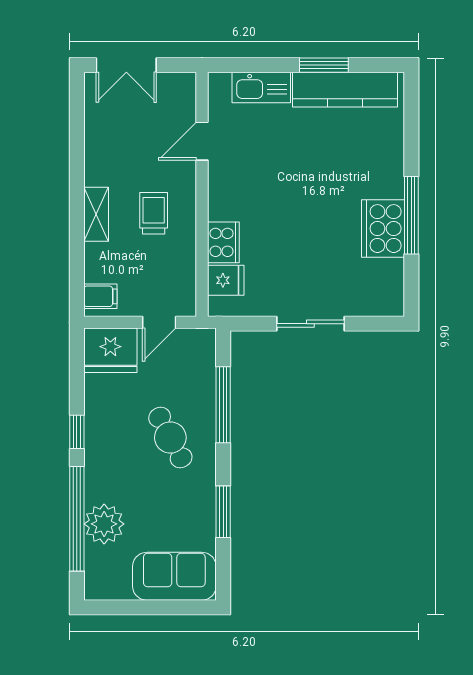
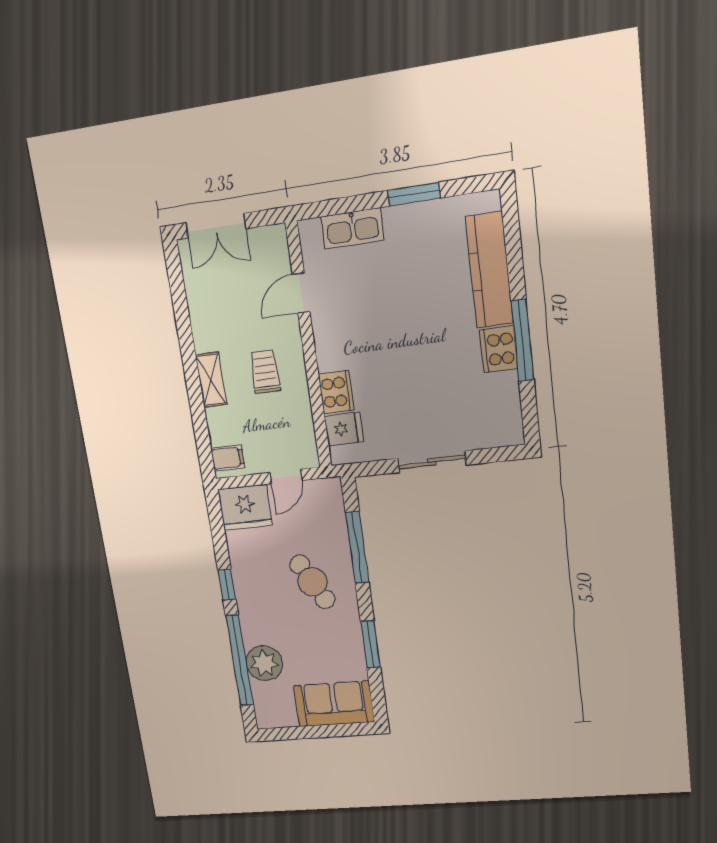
kitchen counter: (345, 90) -> (489, 270), moved, turned 90
cooker: (383, 229) -> (499, 349), width x0.73, depth x0.76

